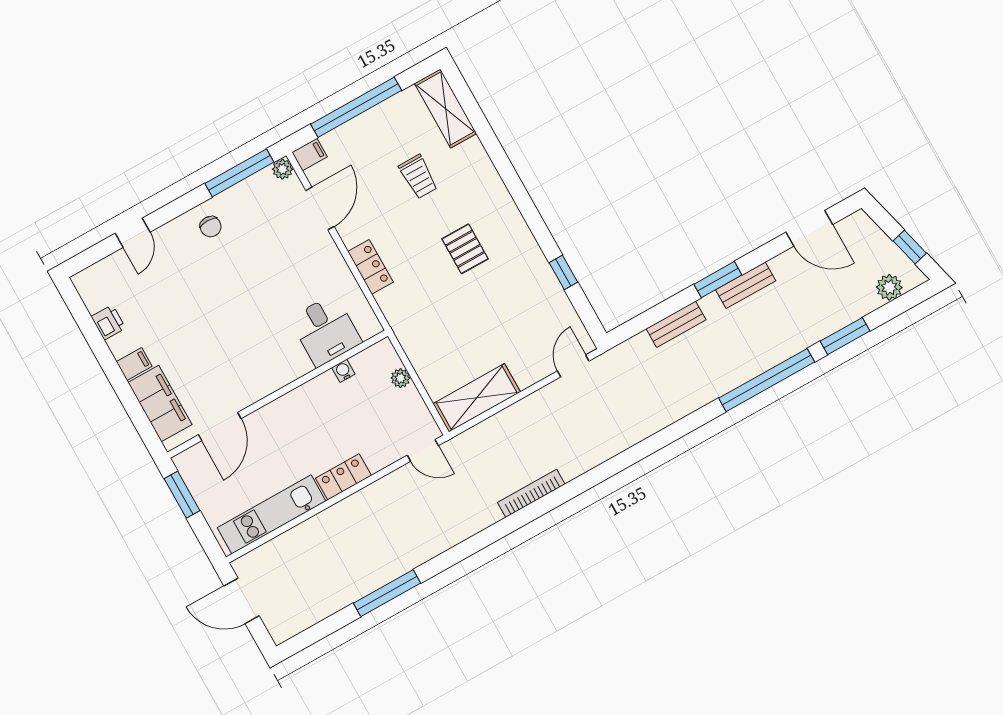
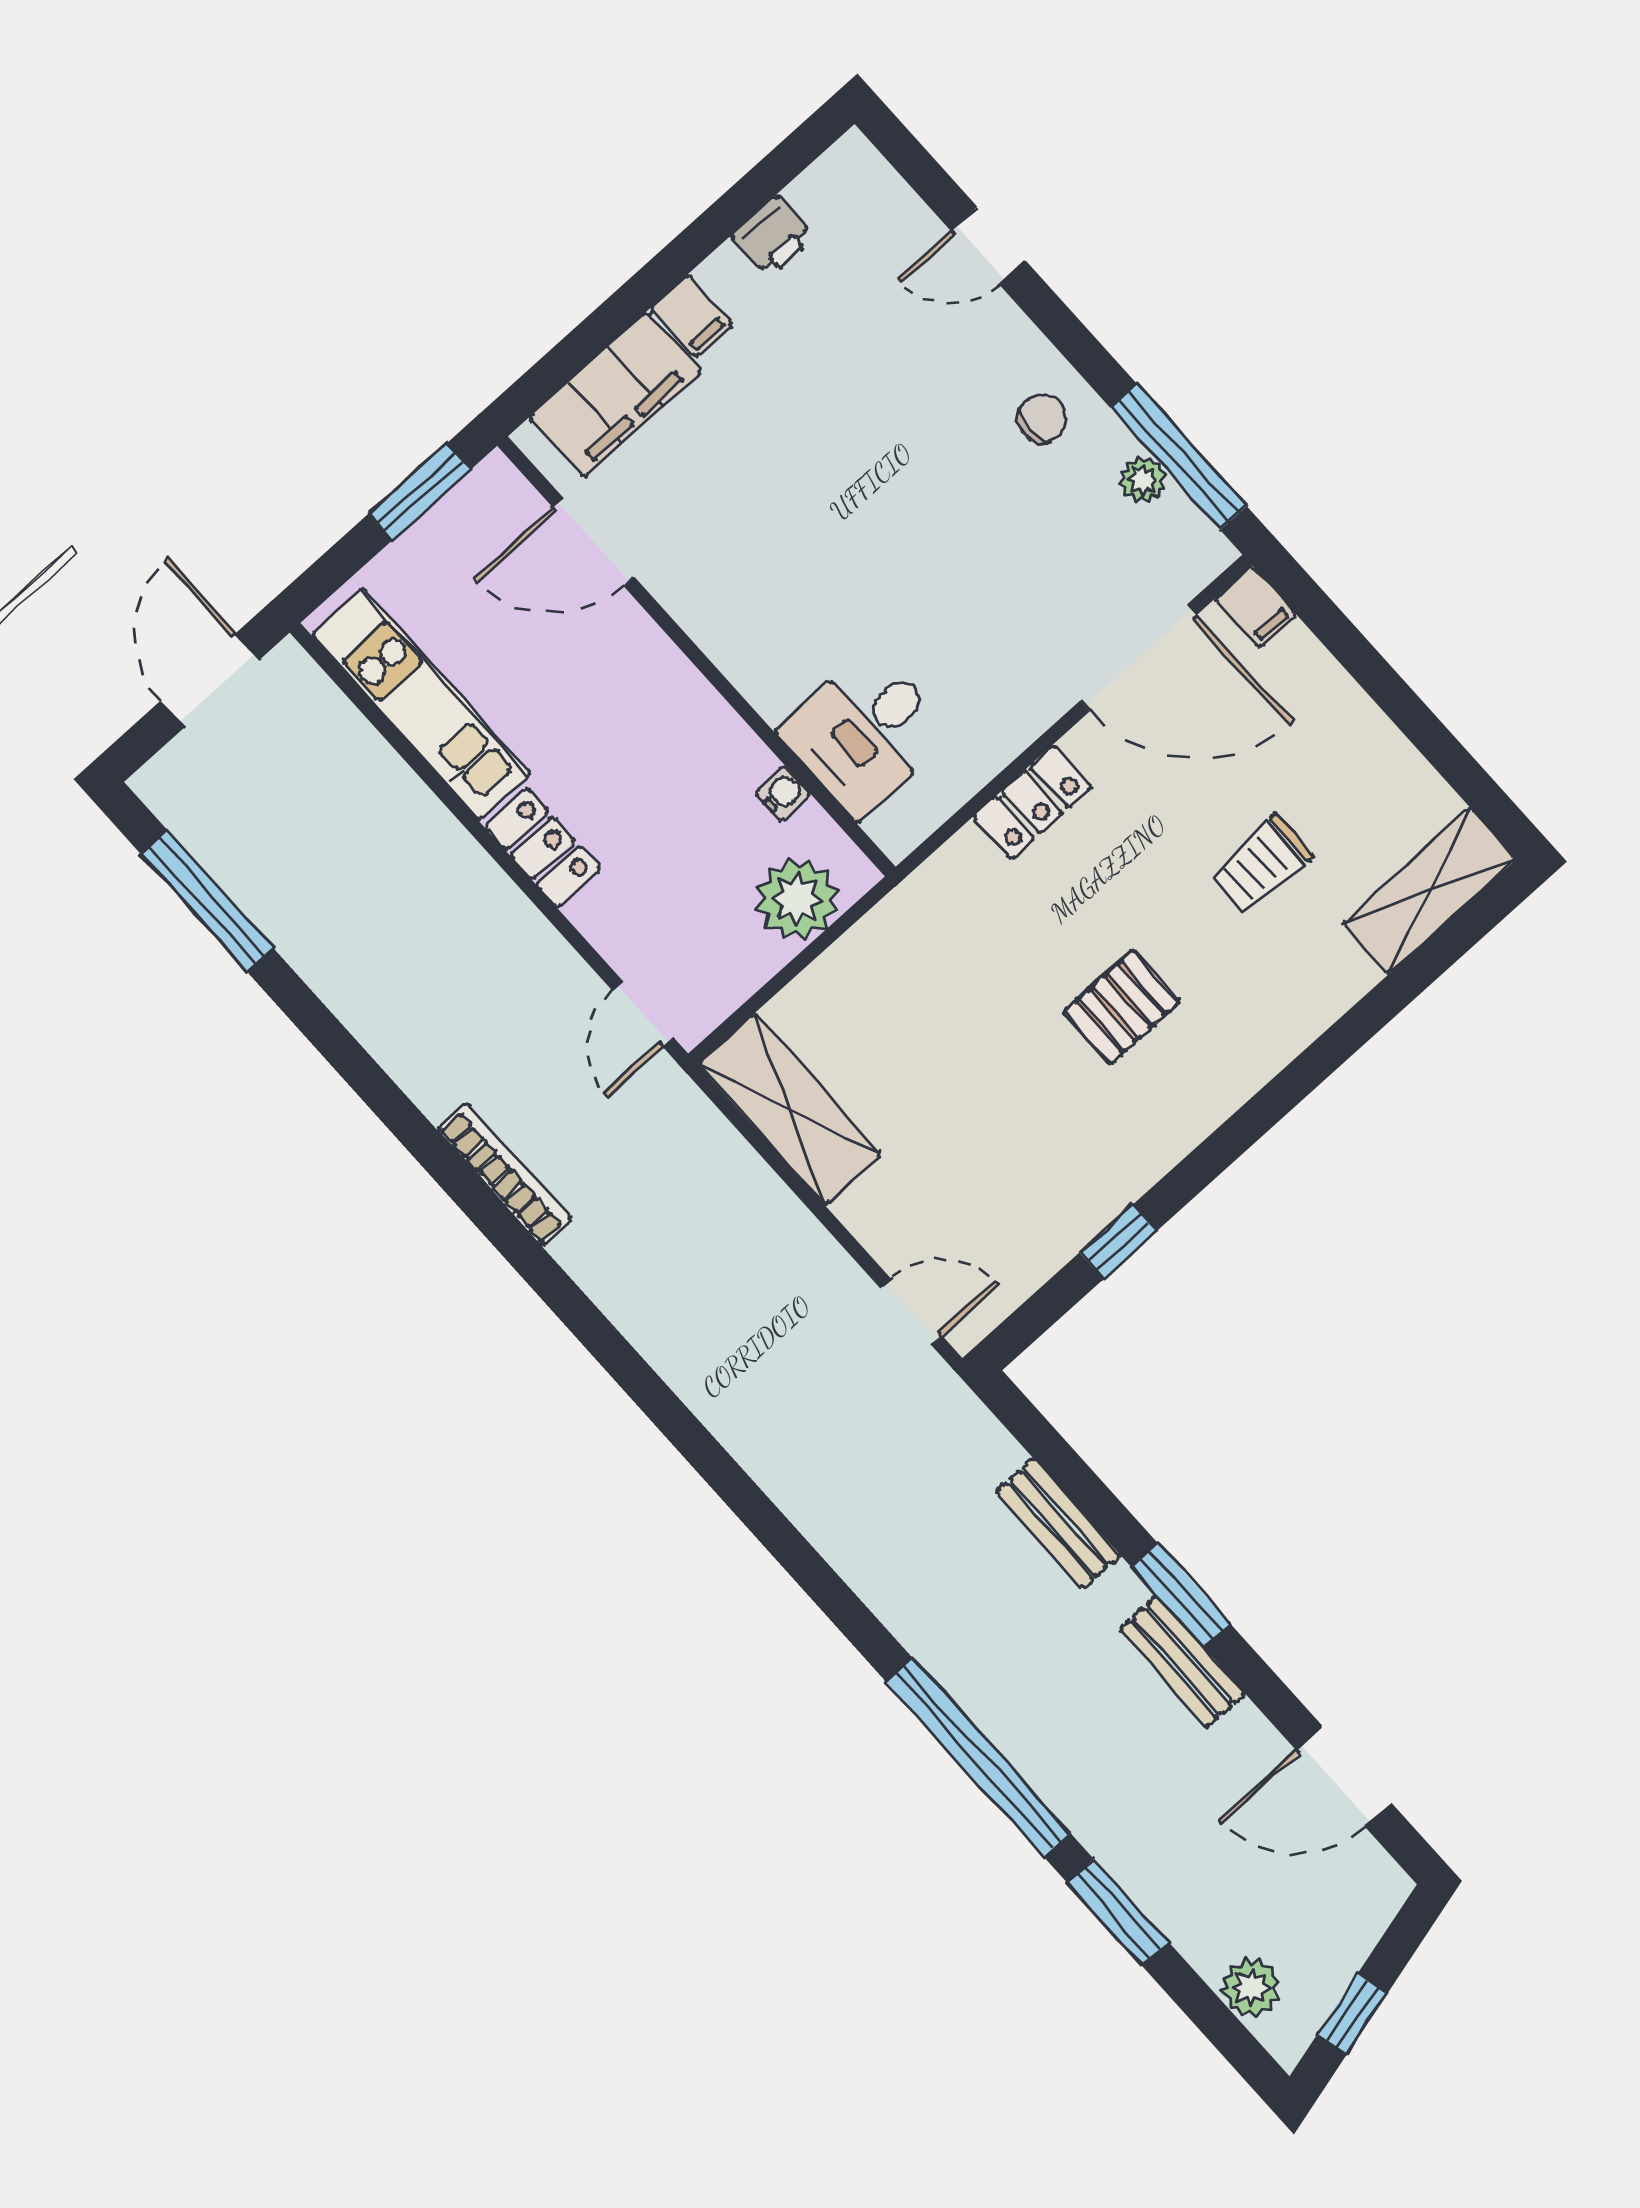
window: (356, 107) -> (1387, 688), removed
plant: (283, 169) -> (1143, 480), moved
door: (320, 209) -> (1139, 658), width x1.36
chair: (211, 227) -> (1042, 419), turned 180
door: (809, 228) -> (1344, 1776), hinge flipped
plant: (400, 378) -> (797, 899), width x1.88, depth x1.88
bookcase: (531, 493) -> (504, 1174), moved
window: (387, 593) -> (207, 901), moved

